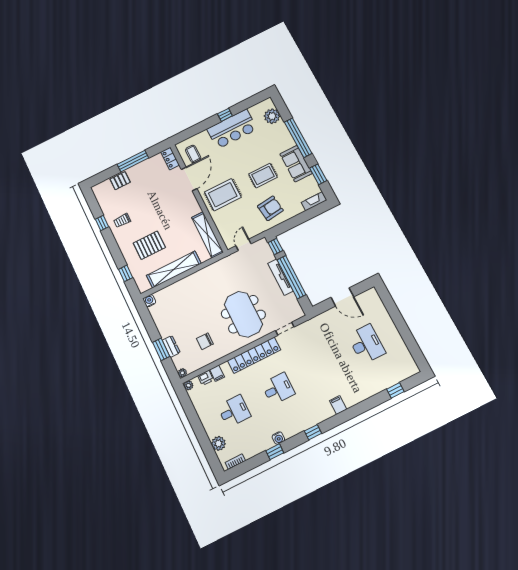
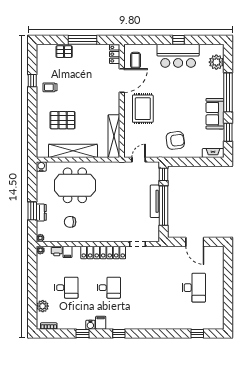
rug: (263, 176) -> (183, 110), removed
rug: (223, 195) -> (143, 109), turned 90
window: (126, 273) -> (32, 134), removed
meeting table: (243, 314) -> (75, 185), moved, turned 90
filing cabinet: (338, 405) -> (101, 323), moved

